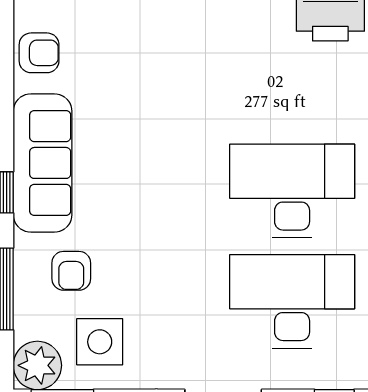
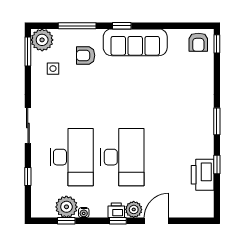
armchair: (39, 53) -> (198, 42), moved
side table: (100, 342) -> (53, 69), width x0.54, depth x0.54

